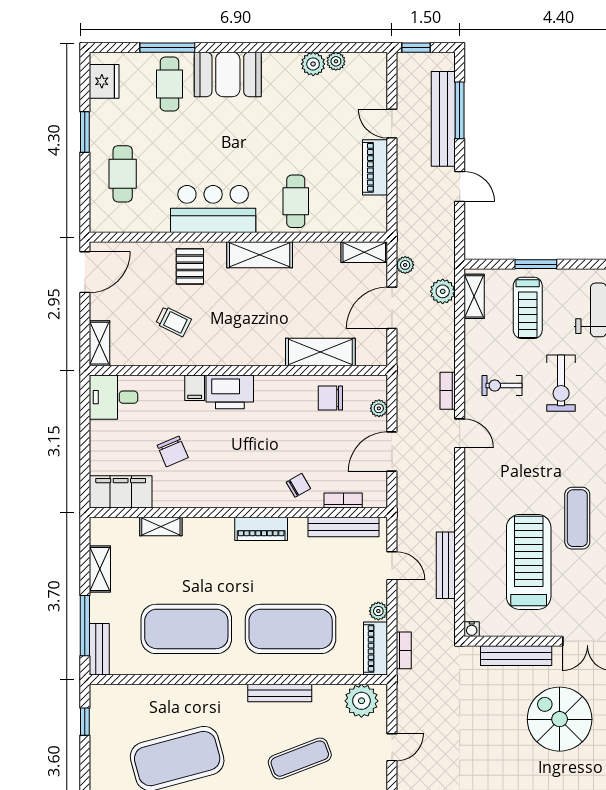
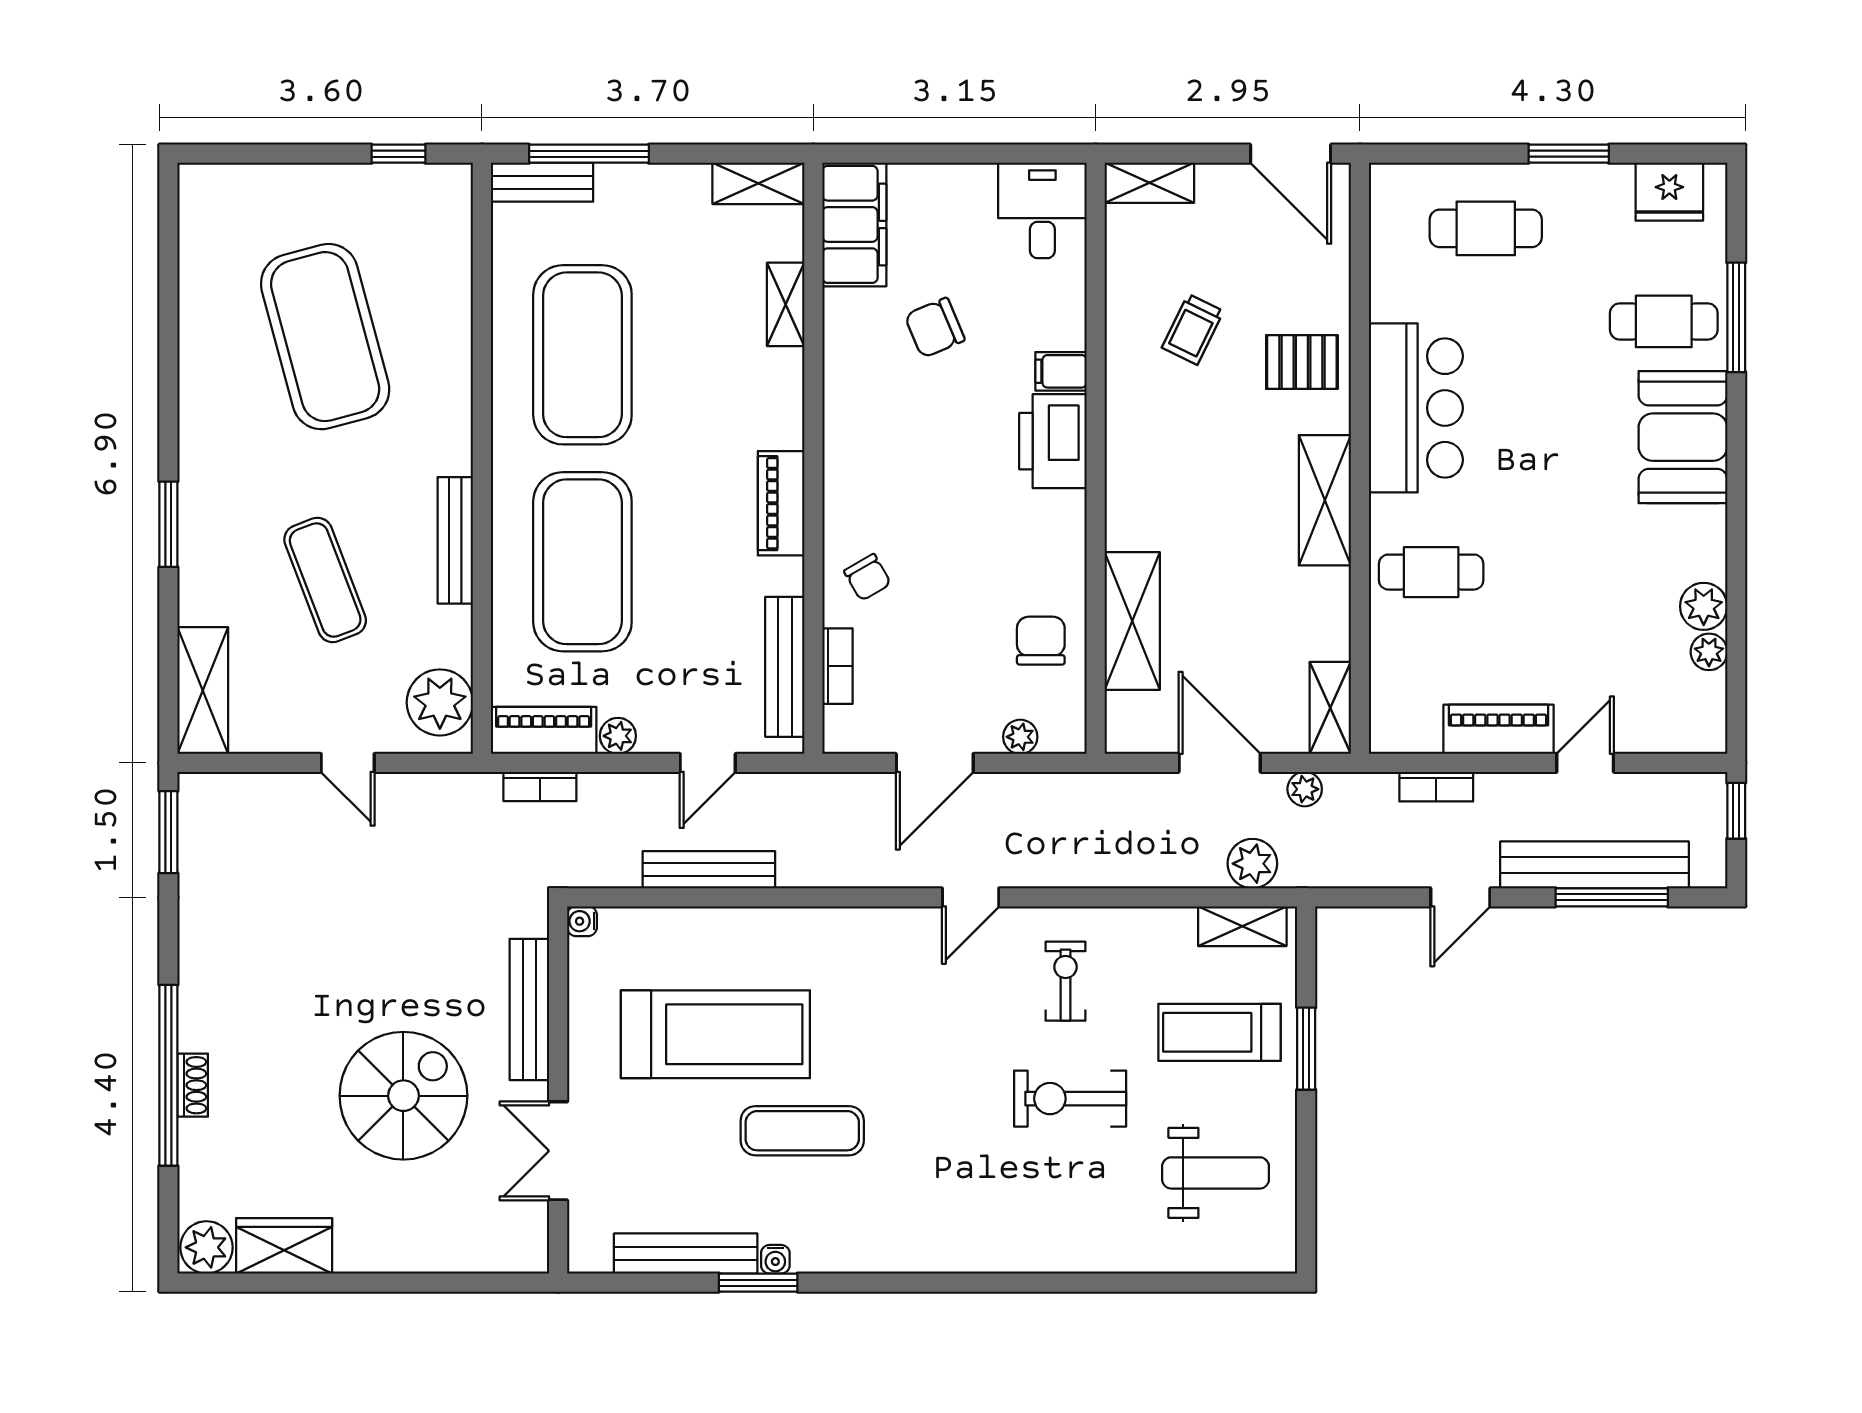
bookcase: (448, 391) -> (1436, 787), moved, turned 180
door: (392, 451) -> (935, 763), swing flipped
shelving: (100, 569) -> (758, 183), moved

